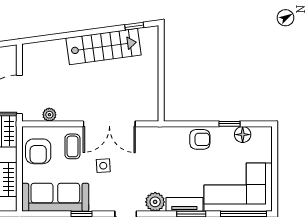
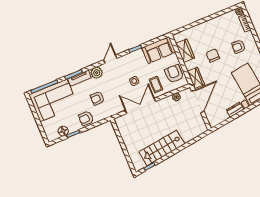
armchair: (170, 163) -> (97, 98), added
sofa: (55, 197) -> (159, 50), width x0.73

